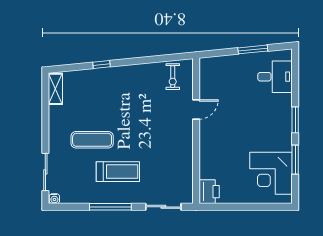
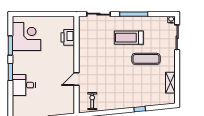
desk: (275, 77) -> (24, 85), moved
shelving: (55, 89) -> (170, 83), moved
printer: (209, 192) -> (68, 37), moved

